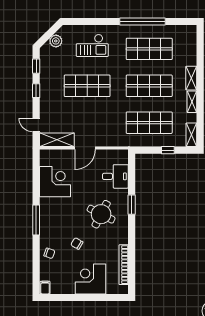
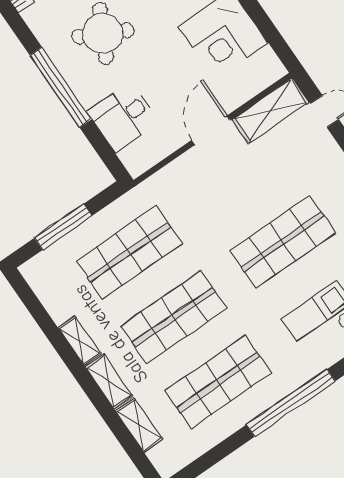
window: (142, 21) -> (291, 403), moved
shelving: (191, 135) -> (139, 425), moved
window: (168, 150) -> (63, 227), width x2.17
window: (132, 205) -> (61, 87), width x2.11

